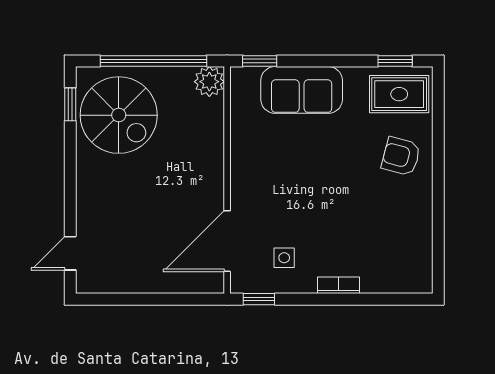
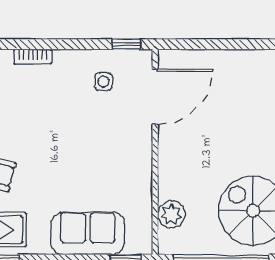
plant: (209, 82) -> (171, 214), moved
bookcase: (338, 285) -> (33, 57), moved

